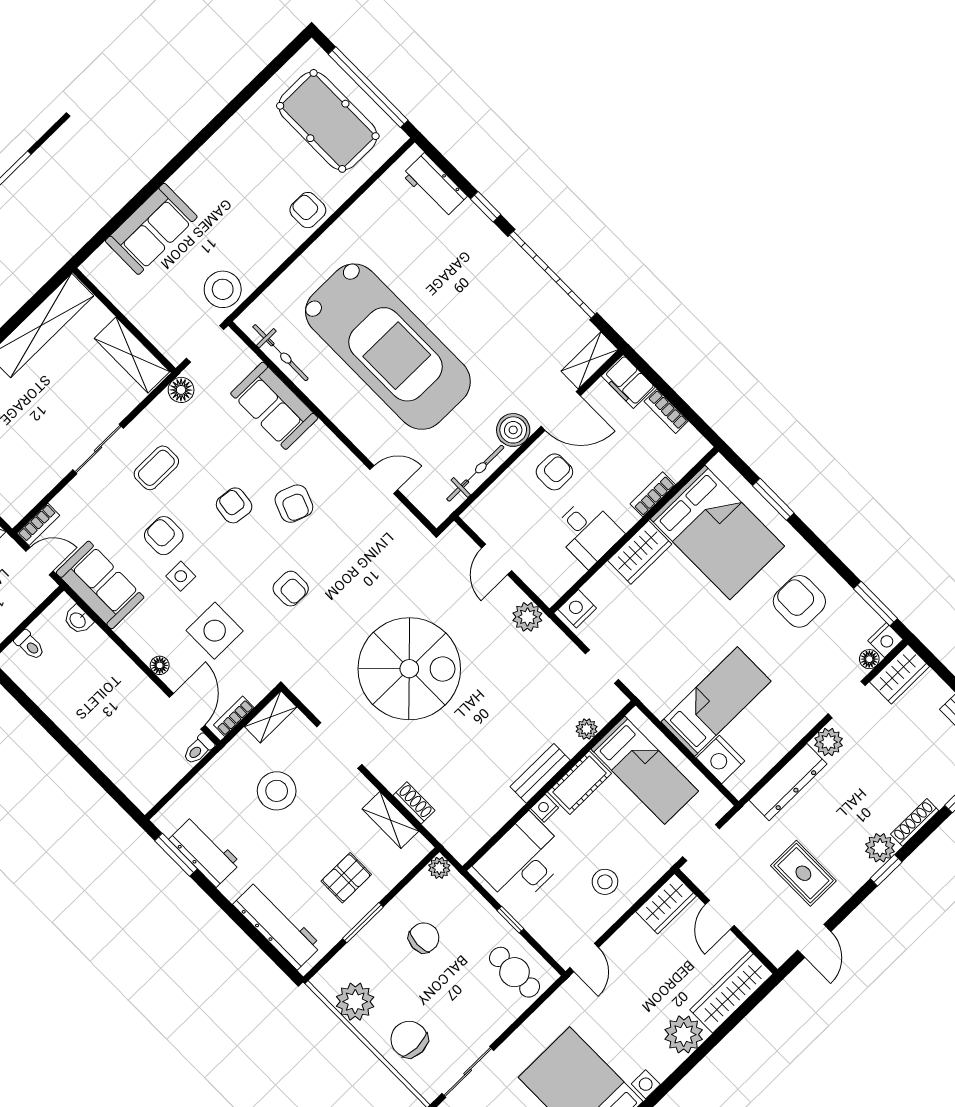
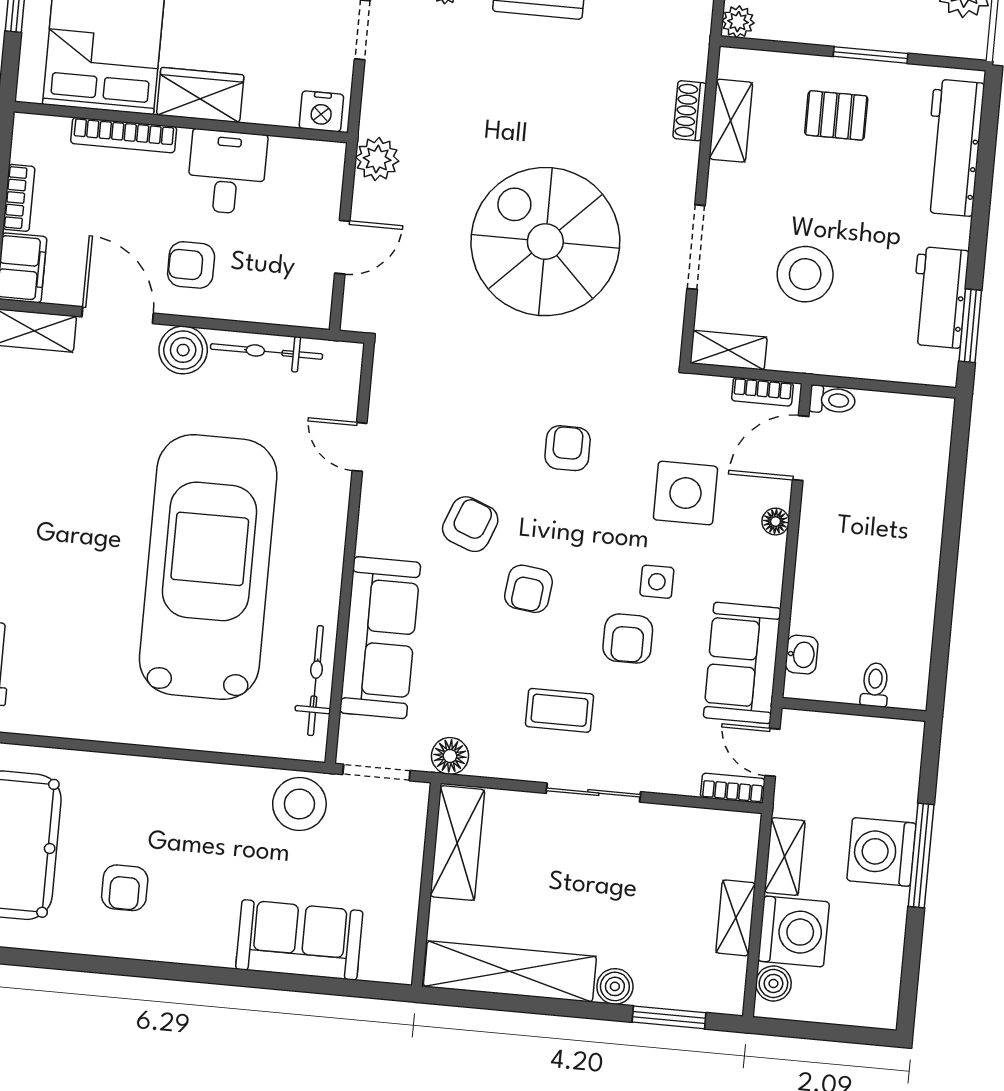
armchair: (308, 210) -> (125, 888), moved
sofa: (274, 406) -> (380, 638), width x1.36
bookcase: (653, 494) -> (124, 135), width x1.56

